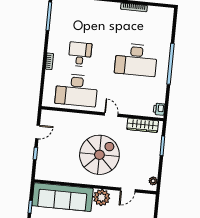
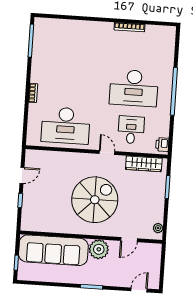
desk: (80, 54) -> (131, 130), moved

